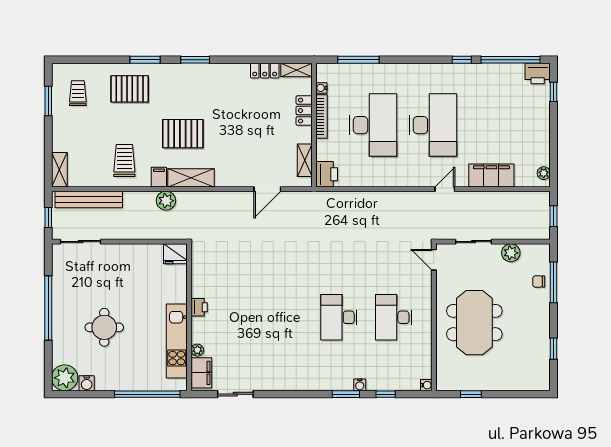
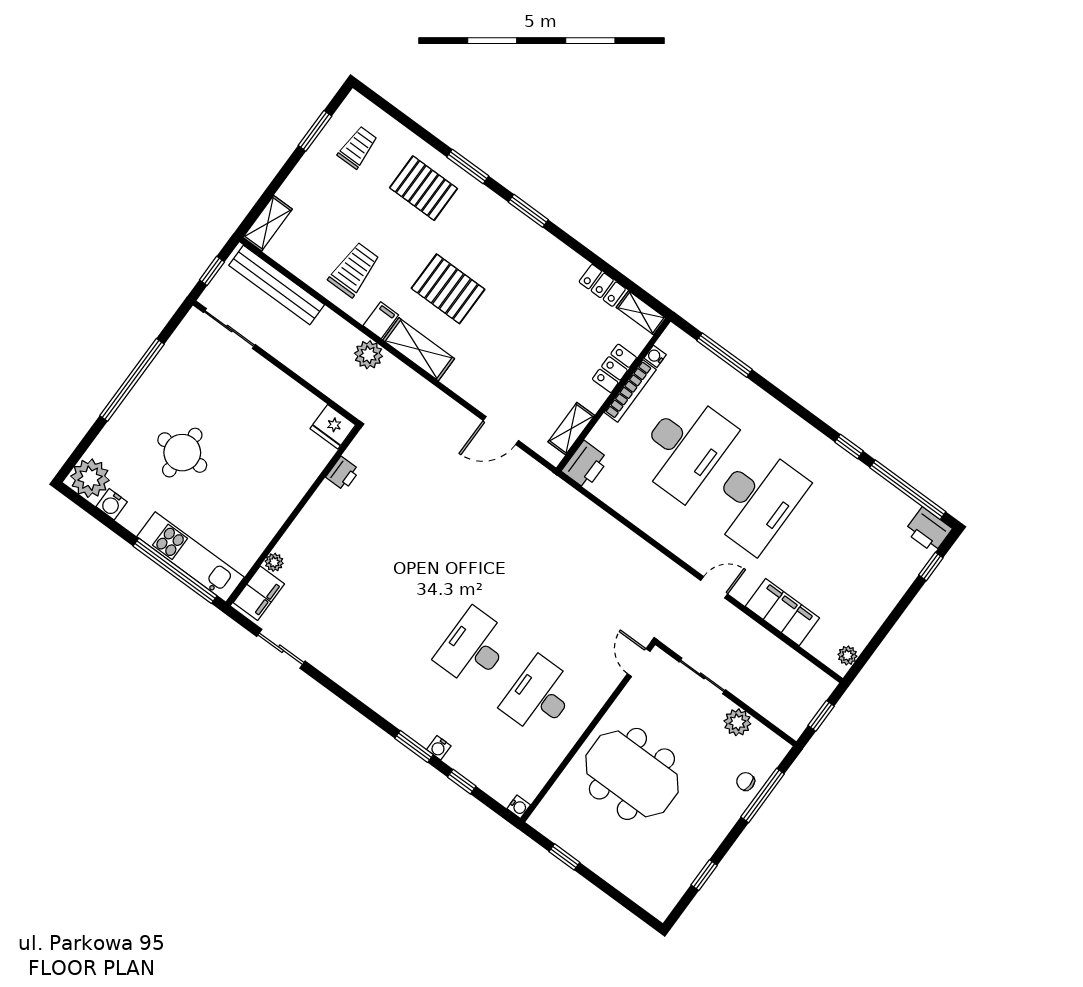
printer: (199, 307) -> (343, 474), moved
meeting table: (474, 323) -> (632, 774), turned 90
kitchen unit: (177, 341) -> (191, 557), moved, turned 90

